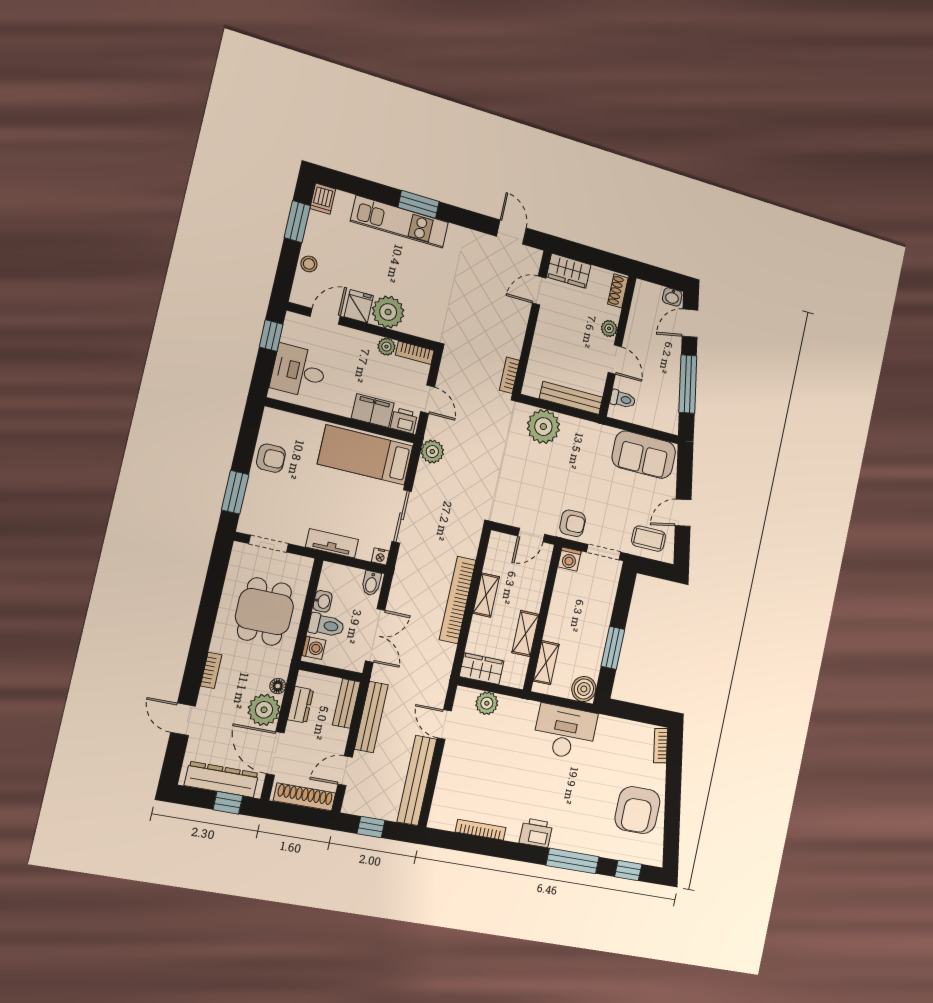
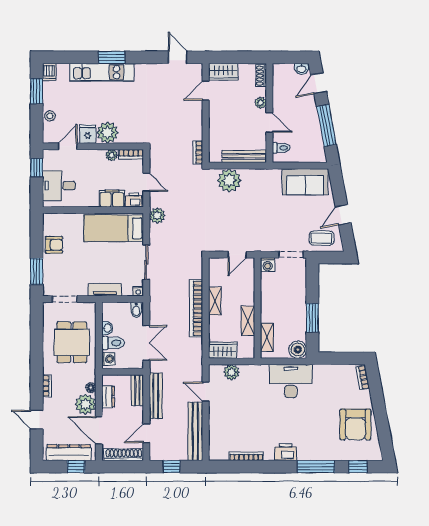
armchair: (573, 523) -> (264, 240), removed

